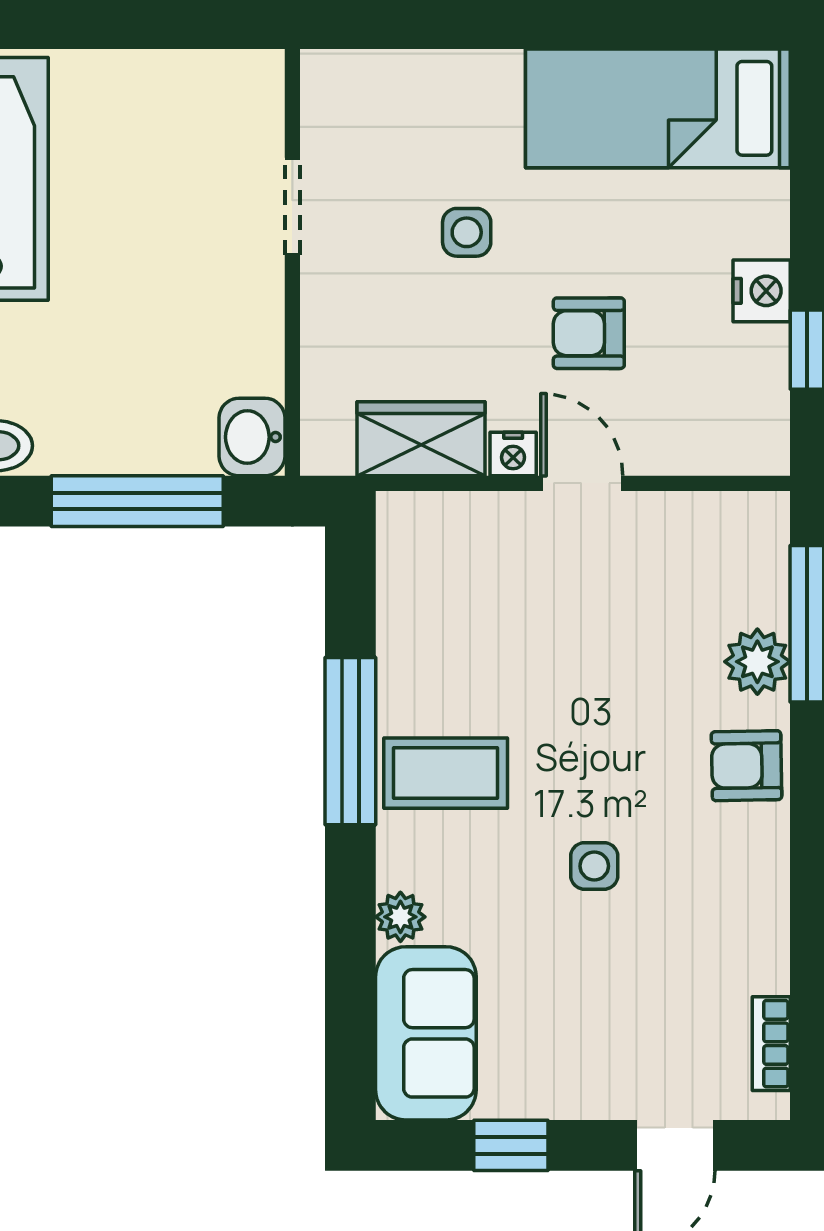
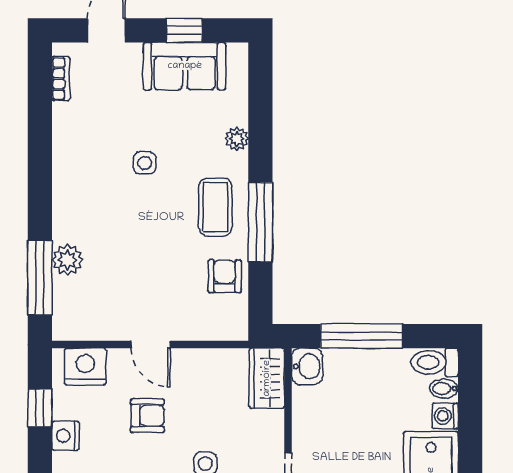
wardrobe: (421, 439) -> (267, 378), moved, turned 90
nightstand: (513, 454) -> (85, 367), moved, width x1.89, depth x1.79
armchair: (747, 766) -> (225, 276), moved, turned -89
coffee table: (446, 773) -> (215, 207), turned 90
sofa: (426, 1033) -> (185, 66), moved, turned -90

